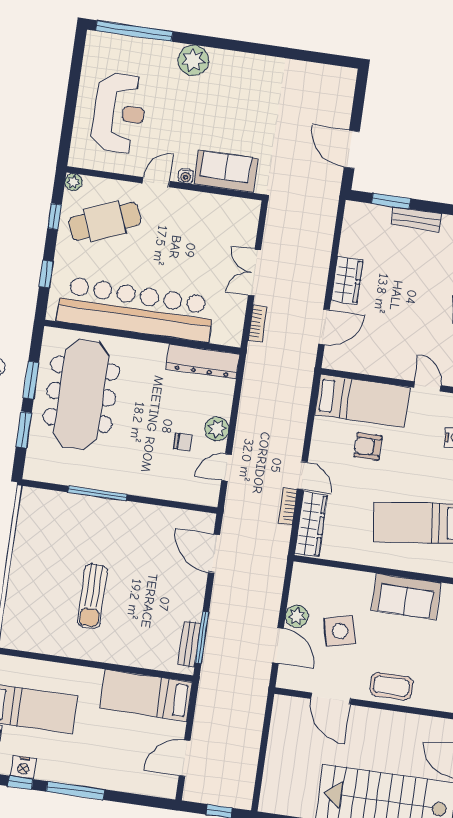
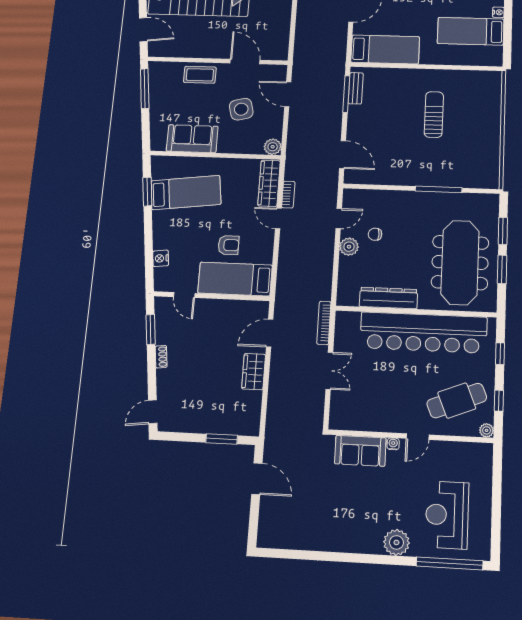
reception desk: (119, 113) -> (447, 515), moved
bench: (416, 219) -> (200, 426), removed
bookcase: (258, 324) -> (324, 323), width x1.56
dresser: (203, 361) -> (388, 298), moved
plant: (297, 616) -> (273, 147), moved

